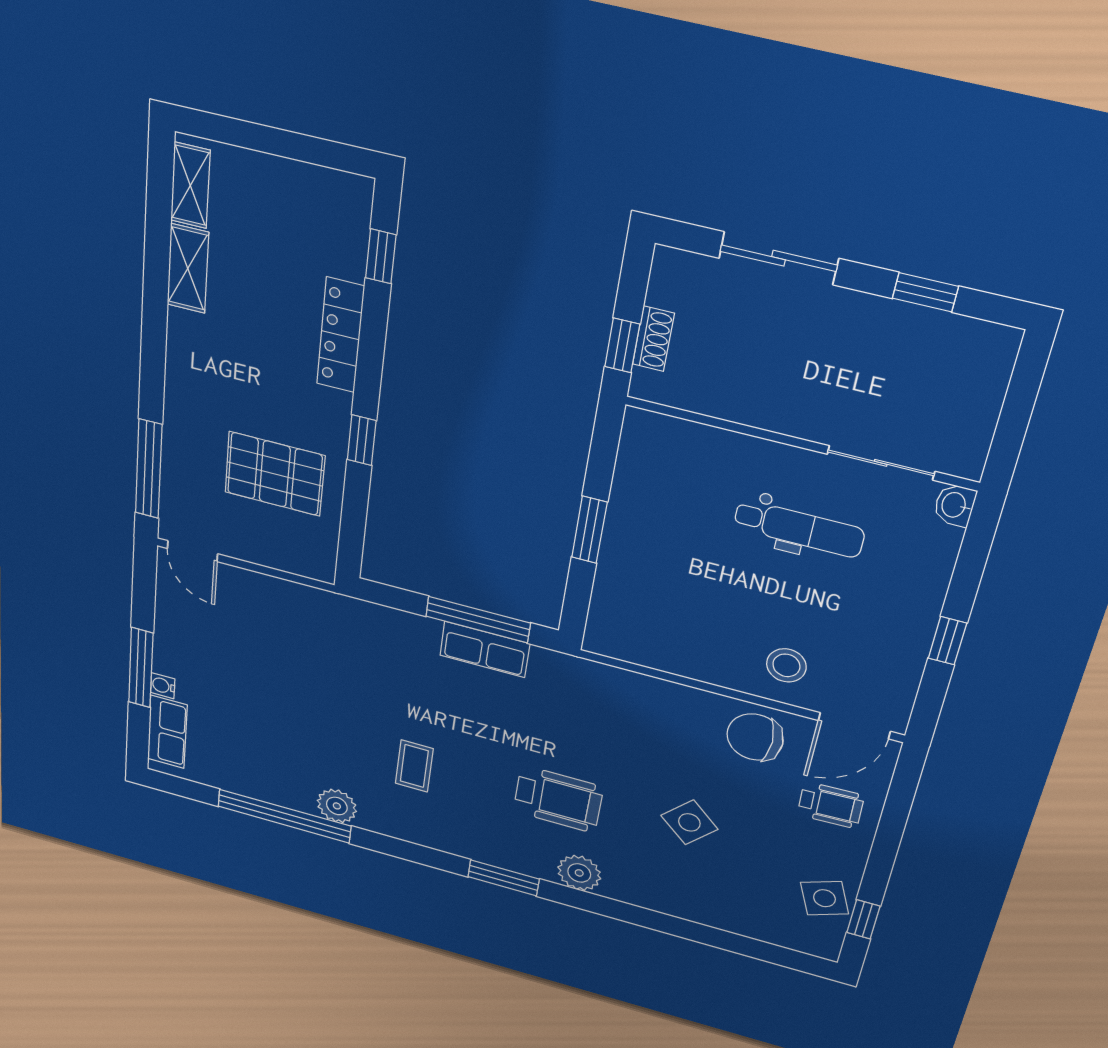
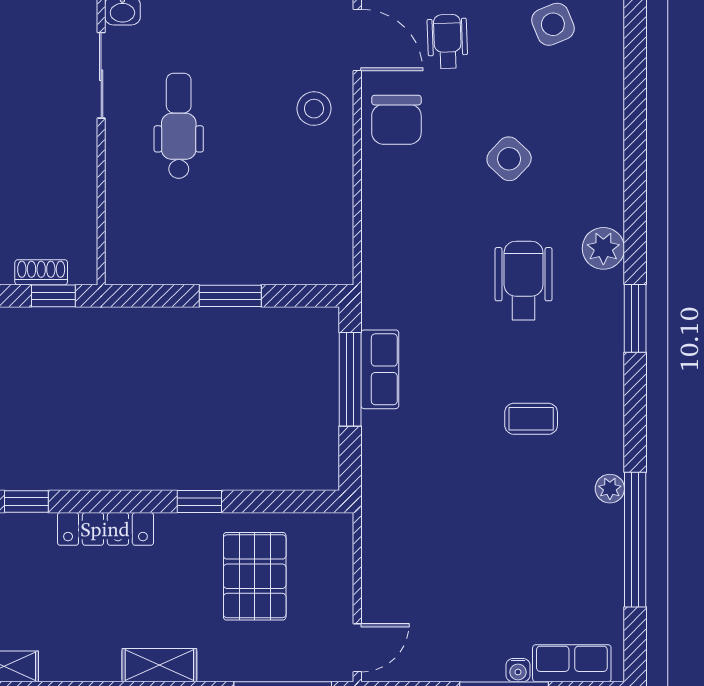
shelving: (188, 269) -> (159, 665), moved
plant: (337, 806) -> (610, 489), width x0.73, depth x0.73

